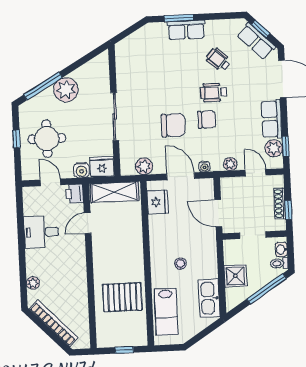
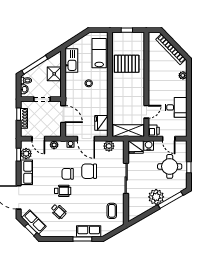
row of seats: (186, 30) -> (89, 231), moved
coffee table: (135, 64) -> (112, 211), added

